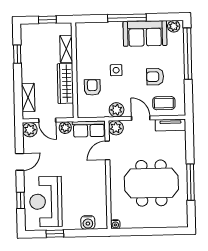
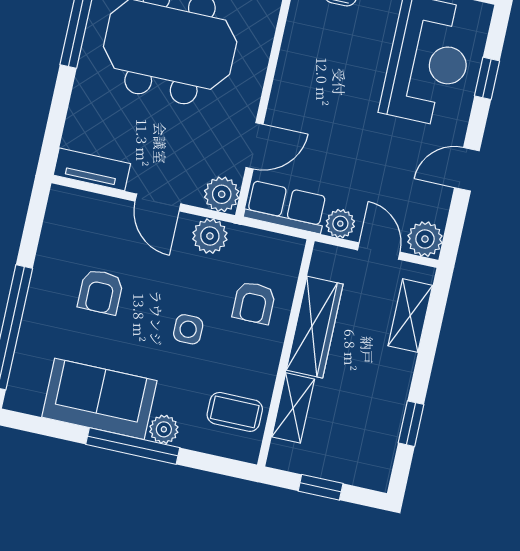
plant: (174, 26) -> (164, 429), moved
armchair: (155, 77) -> (100, 292), turned 90
coffee table: (164, 103) -> (235, 412), moved

